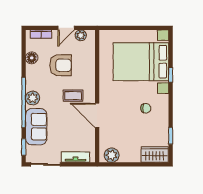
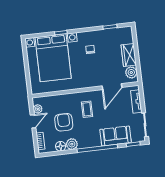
door: (66, 28) -> (33, 121), hinge flipped
plant: (33, 98) -> (72, 144), moved
door: (97, 115) -> (112, 87), moved
wardrobe: (155, 155) -> (129, 55), moved

